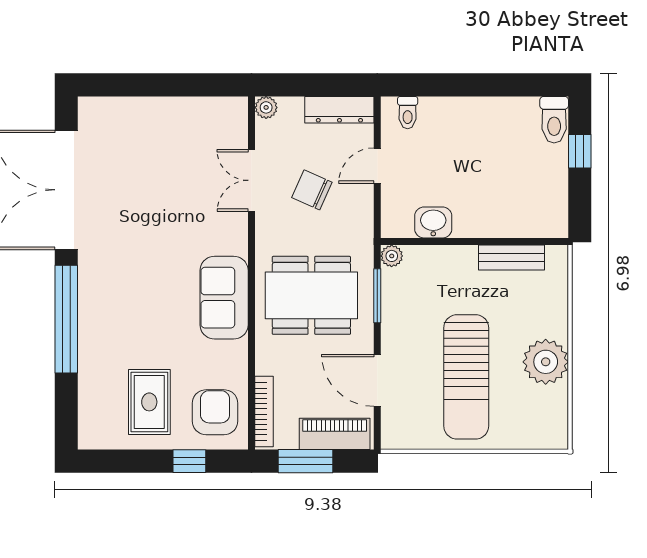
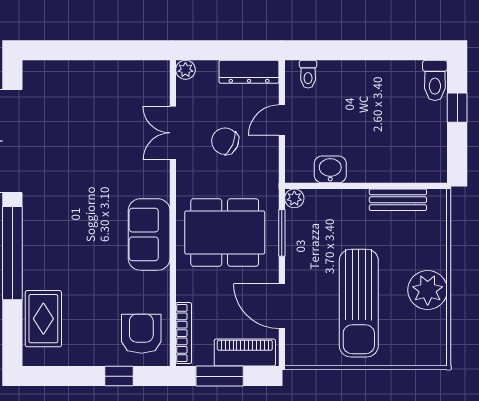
rug: (149, 402) -> (43, 319), moved

